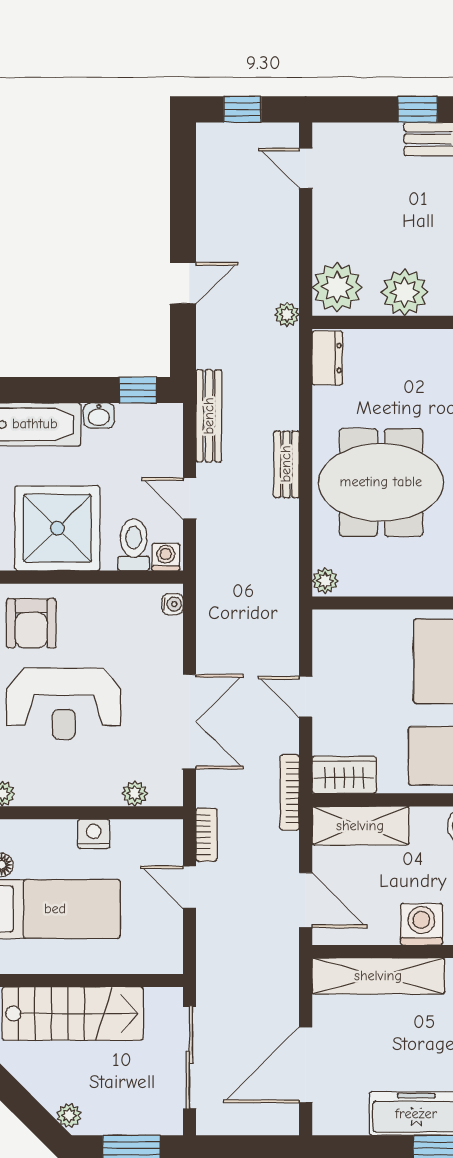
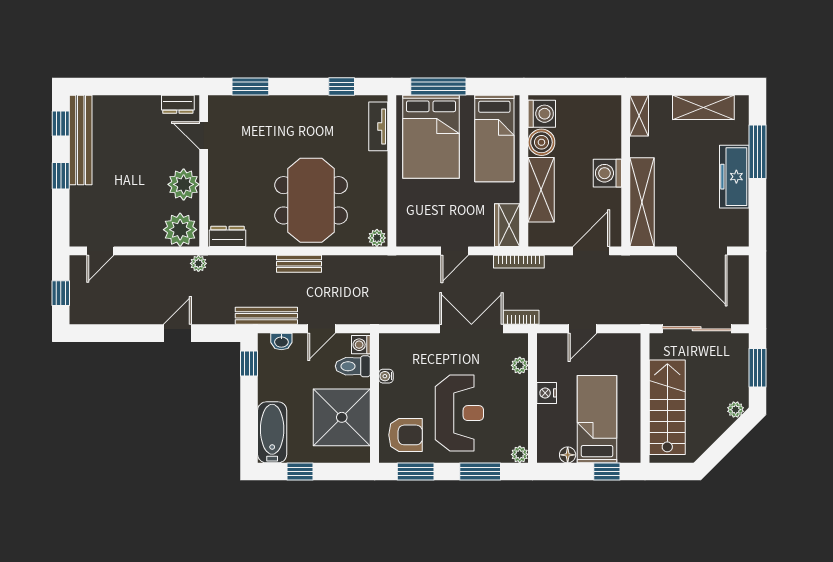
door: (183, 283) -> (177, 333), hinge flipped
washbasin: (99, 416) -> (281, 342), moved, turned 90
water cooler: (172, 604) -> (386, 376), moved, turned -90
shelving: (360, 826) -> (541, 190), moved
bookcase: (207, 835) -> (521, 317), moved

